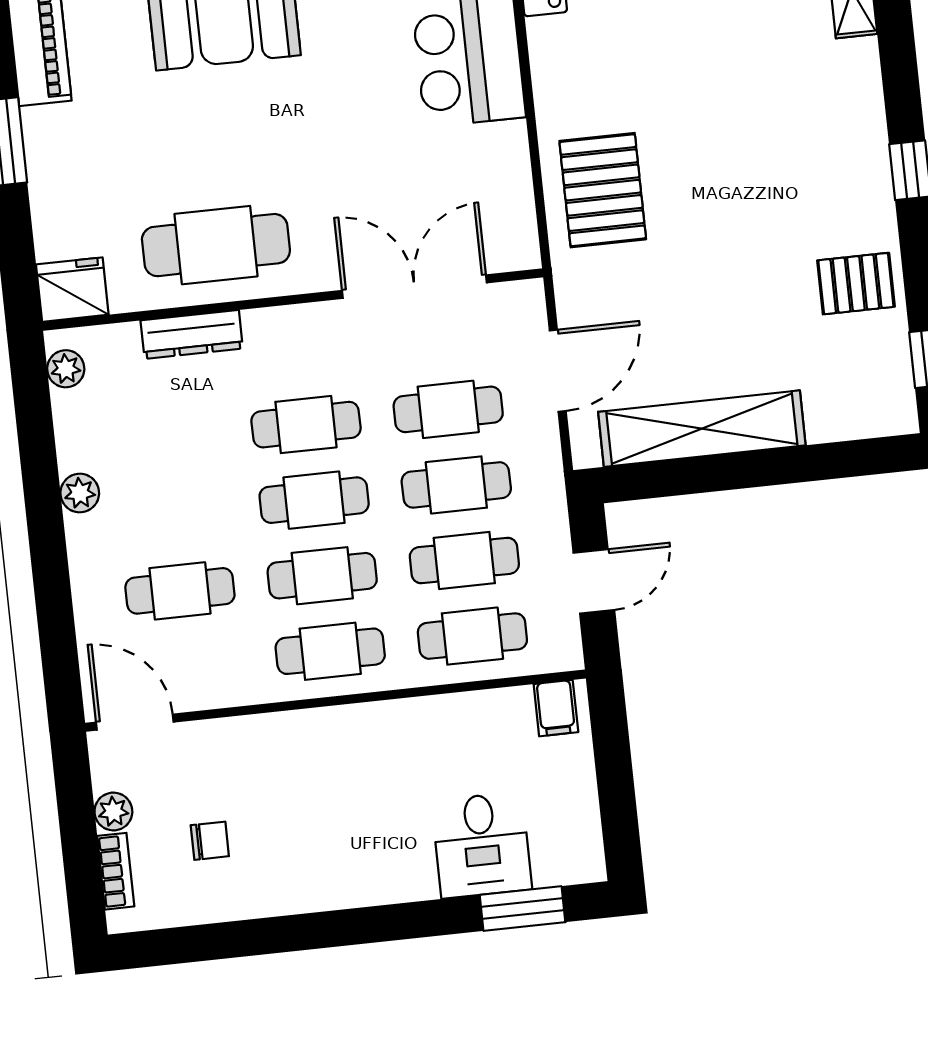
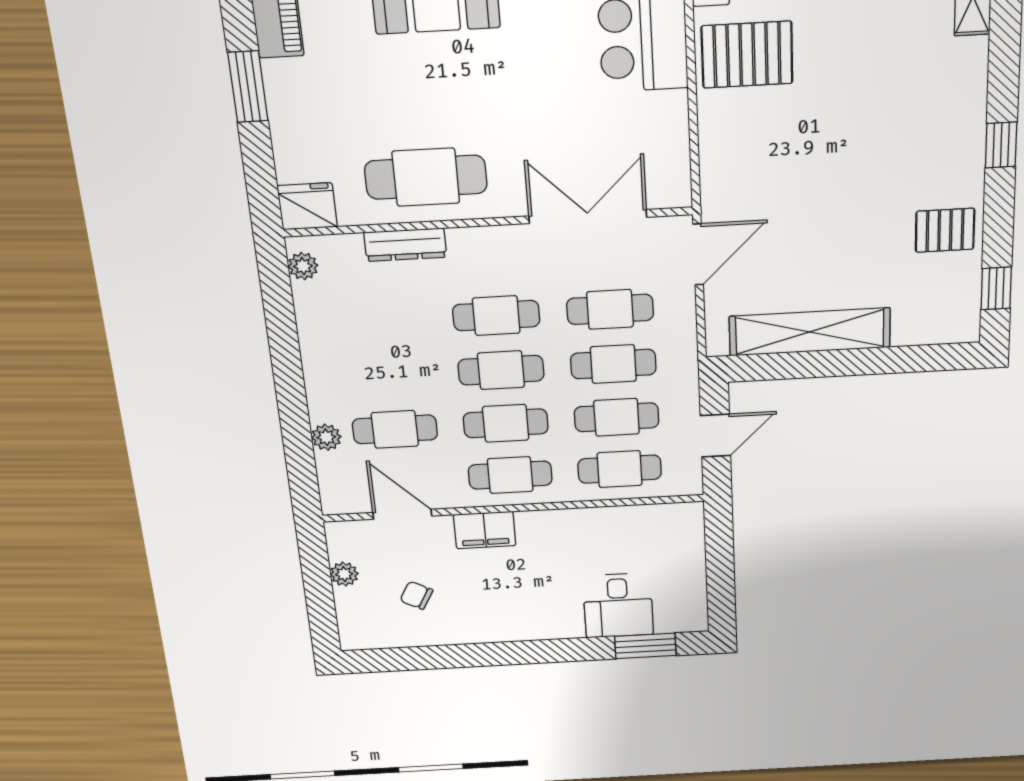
pallet: (603, 190) -> (747, 55), moved, turned 90
door: (558, 371) -> (698, 254), moved
plant: (80, 493) -> (326, 437), moved
filing cabinet: (556, 708) -> (485, 530), moved, width x2.00
door: (135, 722) -> (402, 514), moved
chair: (210, 841) -> (416, 595), turned -152
bookcase: (116, 871) -> (346, 612), removed

